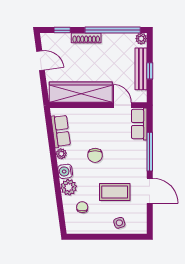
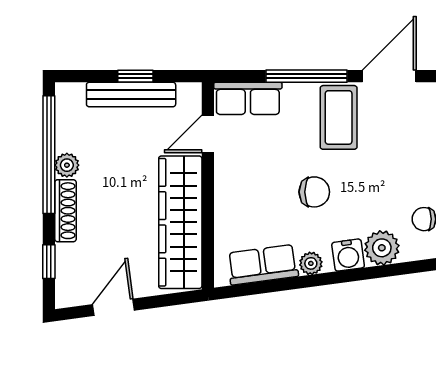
plant: (141, 39) -> (67, 165), moved
coffee table: (115, 192) -> (339, 117), moved

